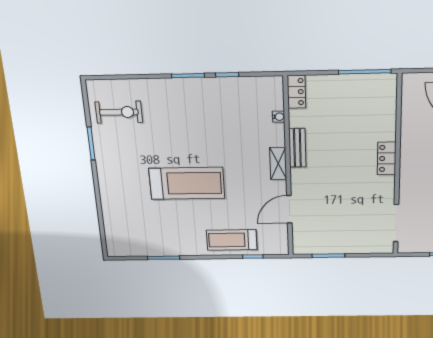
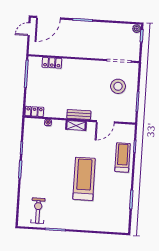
bench: (297, 148) -> (79, 115), moved
locker: (387, 158) -> (52, 63), moved
door: (289, 209) -> (105, 122), hinge flipped
stool: (352, 225) -> (118, 86), added
treadmill: (232, 240) -> (123, 157), turned 180

